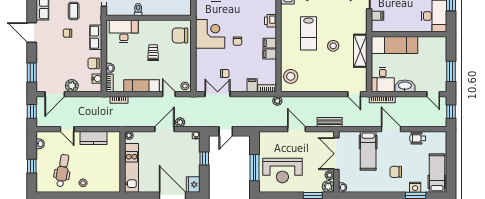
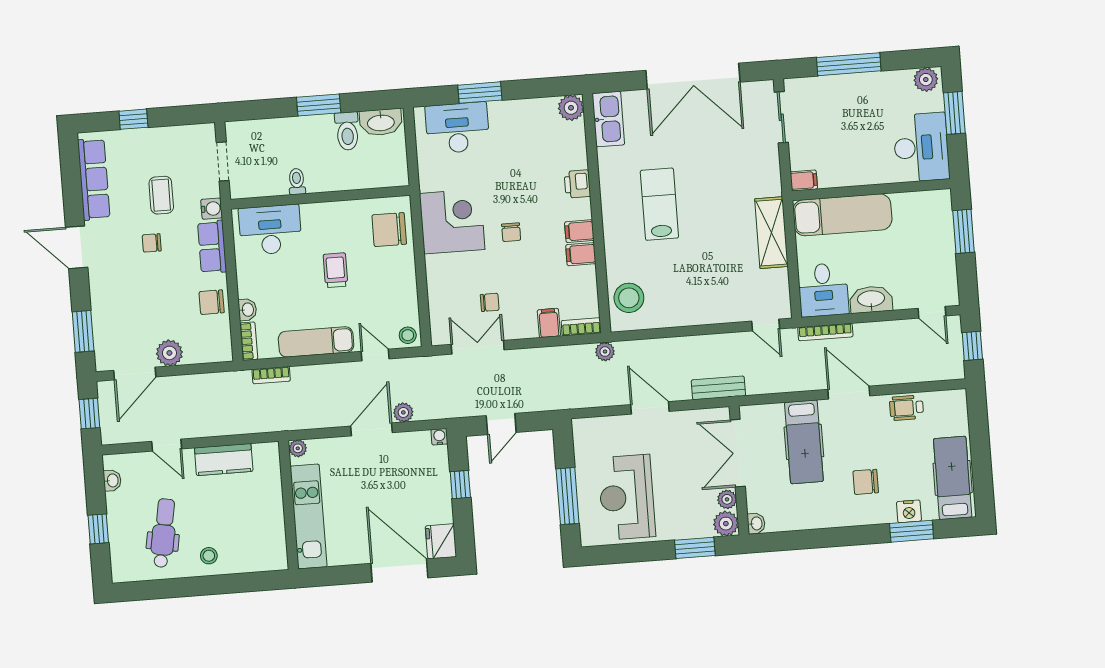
filing cabinet: (378, 16) -> (804, 180), moved
lab bench: (309, 33) -> (659, 204), turned 180
stool: (333, 46) -> (713, 227), removed
window: (451, 71) -> (963, 231), moved
water cooler: (97, 79) -> (212, 209), moved
reception desk: (282, 170) -> (627, 497), turned 90

